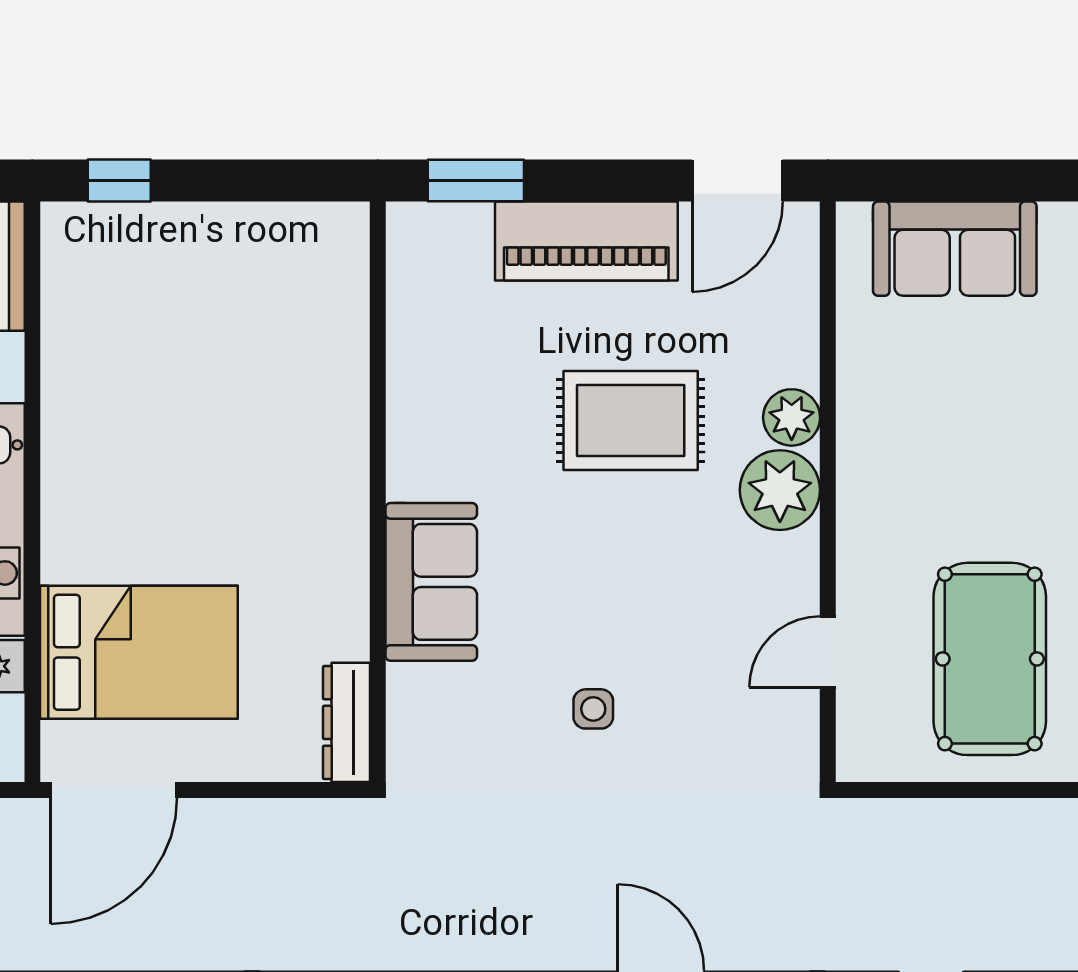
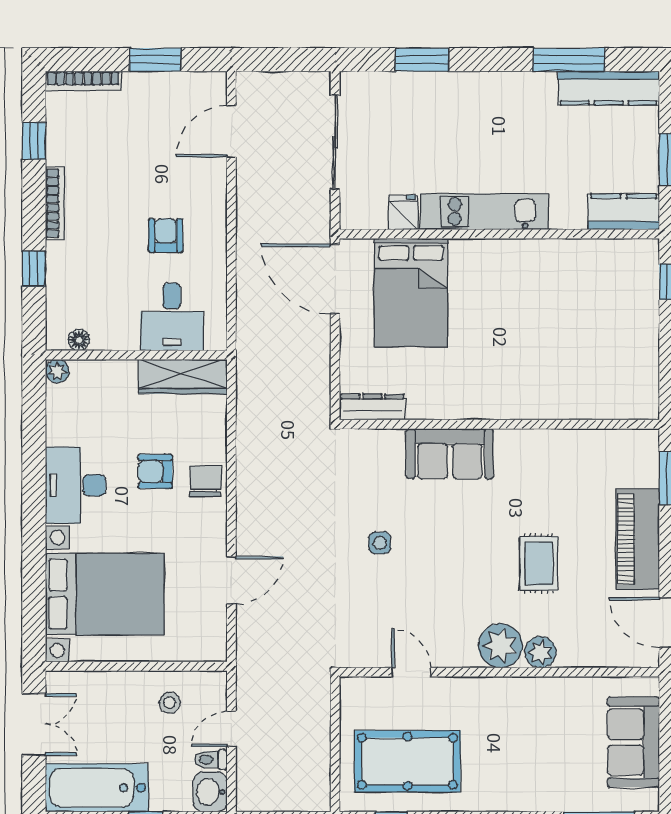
rug: (631, 421) -> (539, 564), width x0.73, depth x0.70

